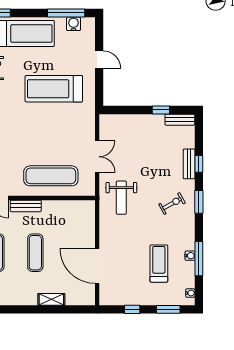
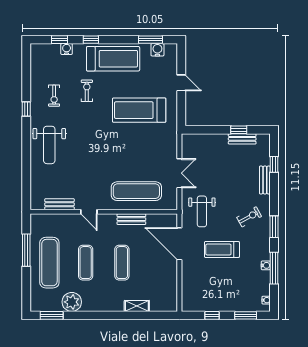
window: (66, 13) -> (151, 40), width x0.69
bench: (180, 120) -> (242, 139), moved
window: (199, 164) -> (274, 164), moved
window: (199, 202) -> (274, 227), moved
bench: (26, 206) -> (131, 219), moved
treadmill: (159, 264) -> (222, 250), moved, turned -90
door: (97, 266) -> (179, 244), moved

